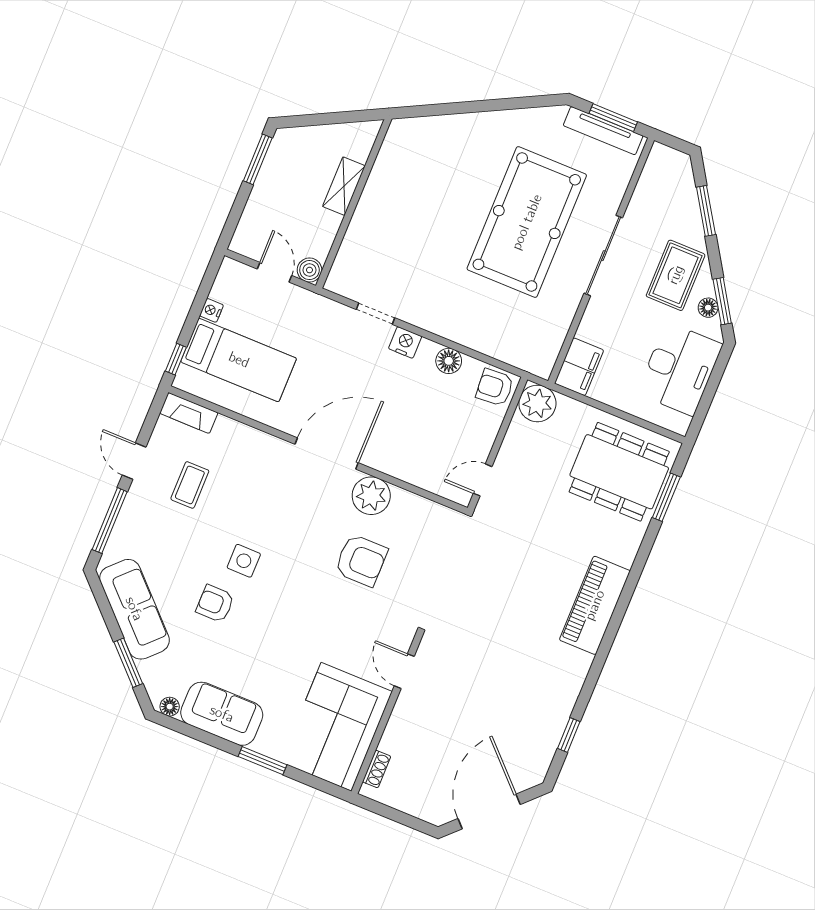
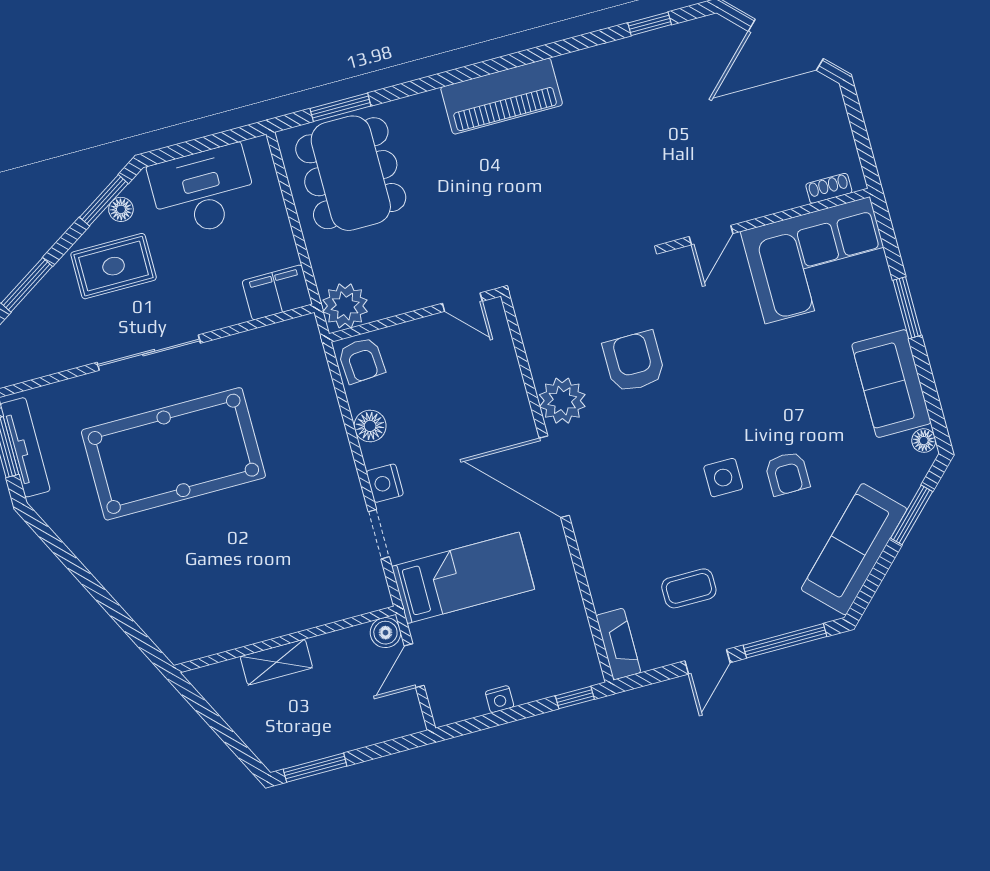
bed: (239, 360) -> (463, 578), moved, turned 90

